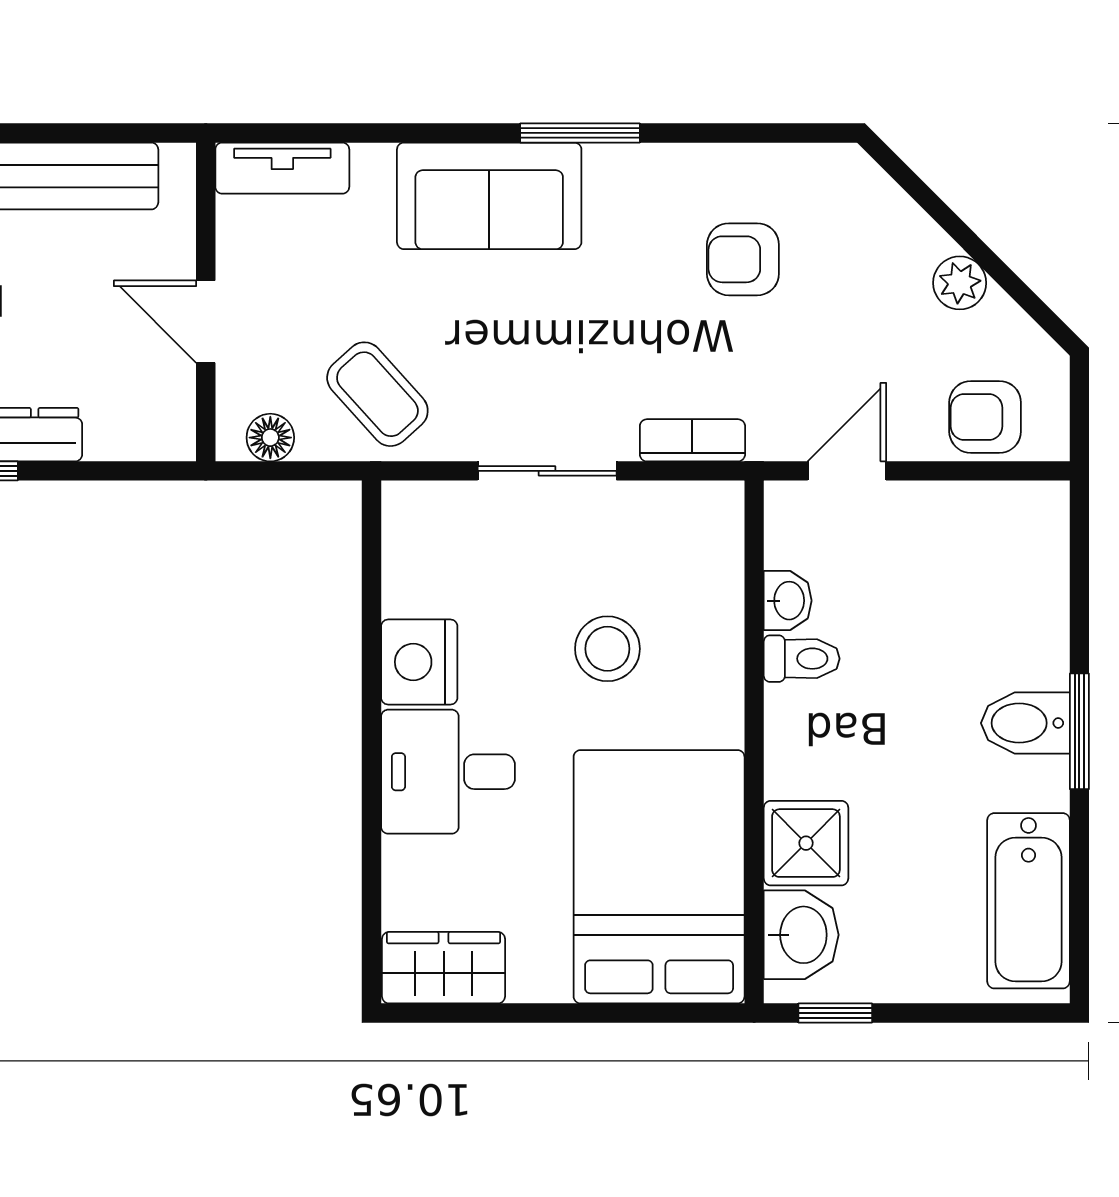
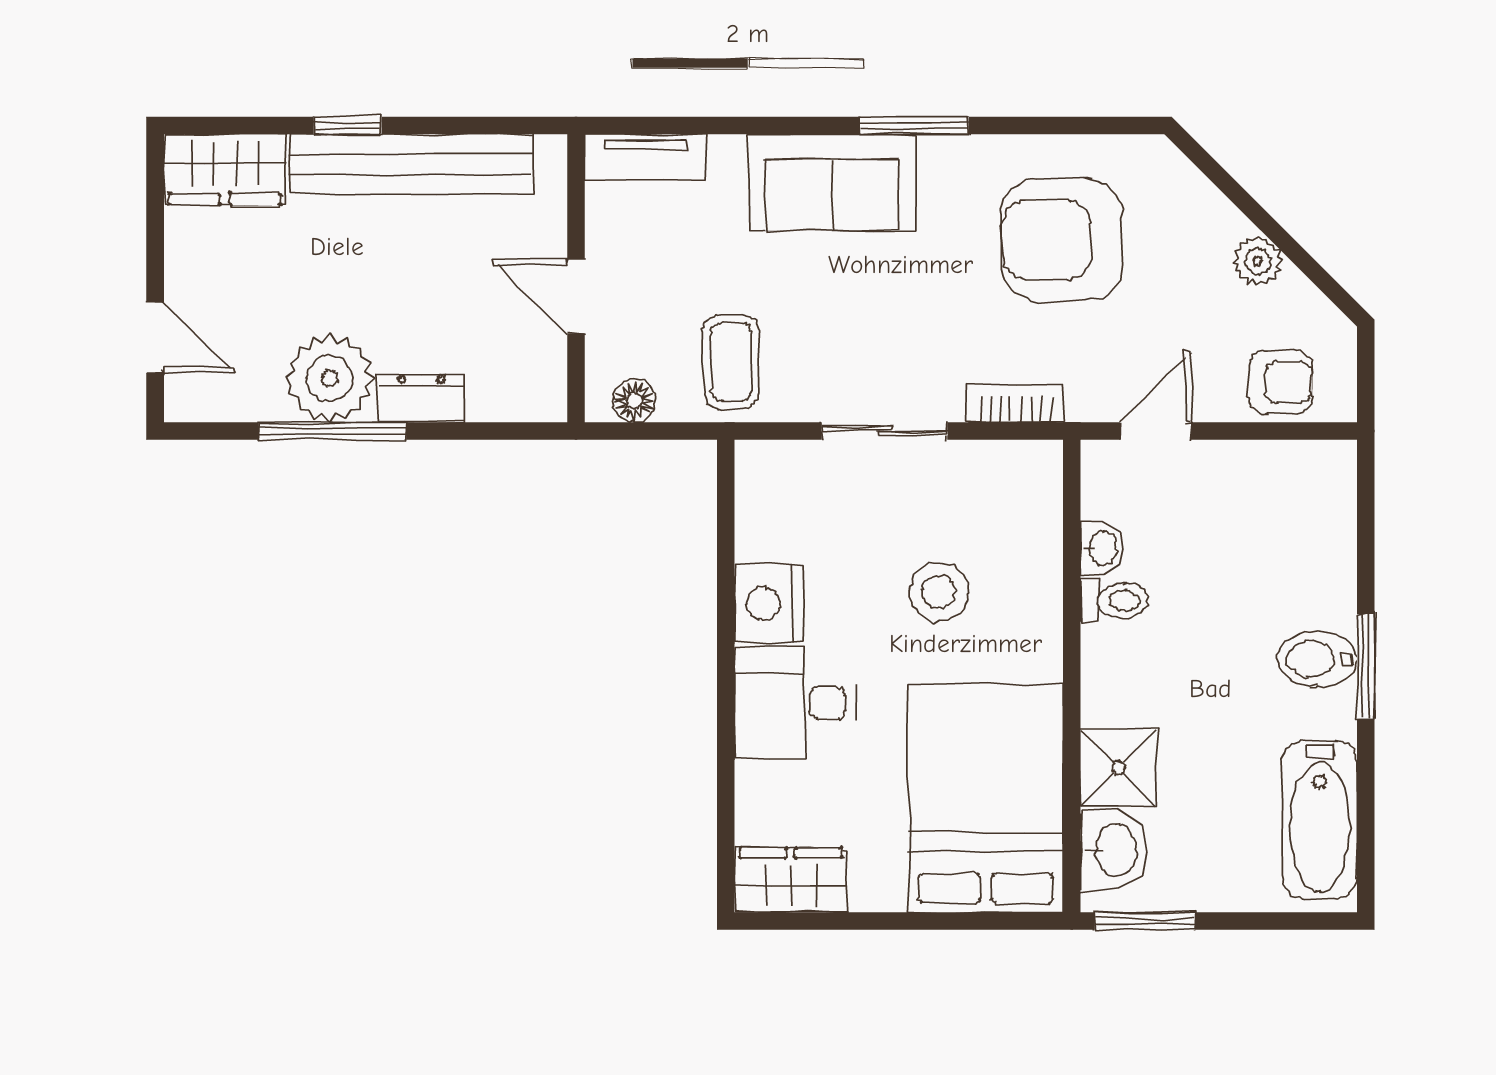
armchair: (743, 259) -> (1062, 240), width x1.88, depth x1.88
coffee table: (377, 394) -> (731, 362), turned 42
armchair: (985, 417) -> (1280, 382), turned 180
window: (835, 1013) -> (1145, 921), width x1.50

